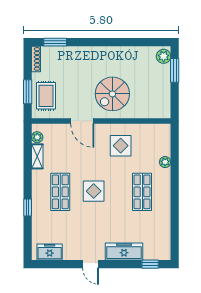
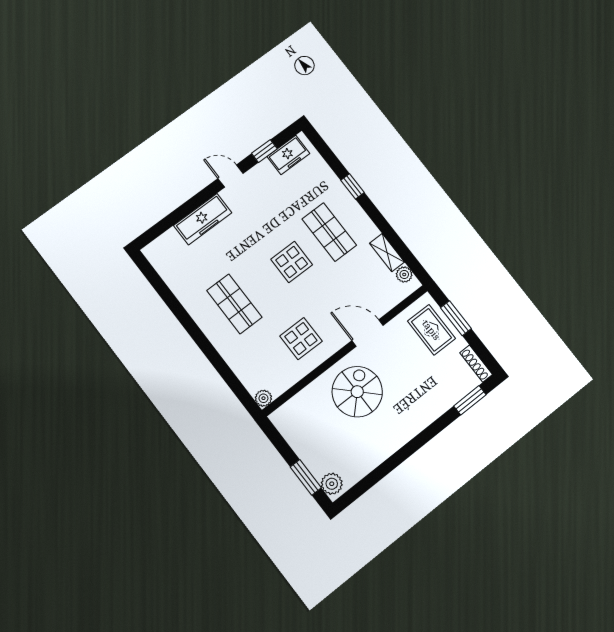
plant: (165, 162) -> (263, 398), moved
window: (150, 264) -> (264, 151), moved

